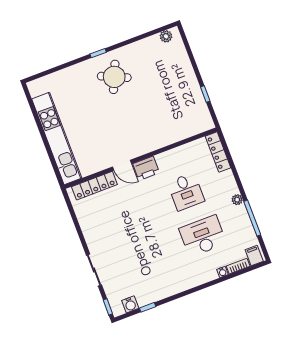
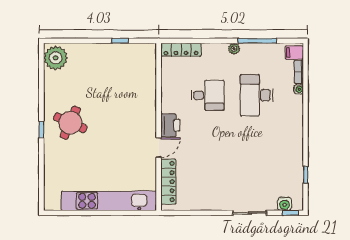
plant: (166, 36) -> (56, 58), width x1.87, depth x1.87
water cooler: (130, 304) -> (285, 204), moved, turned 90

